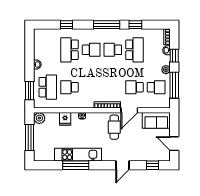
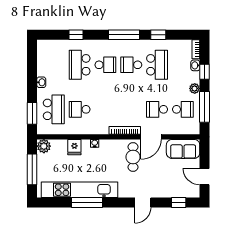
kitchen unit: (78, 155) -> (80, 190), width x1.36

